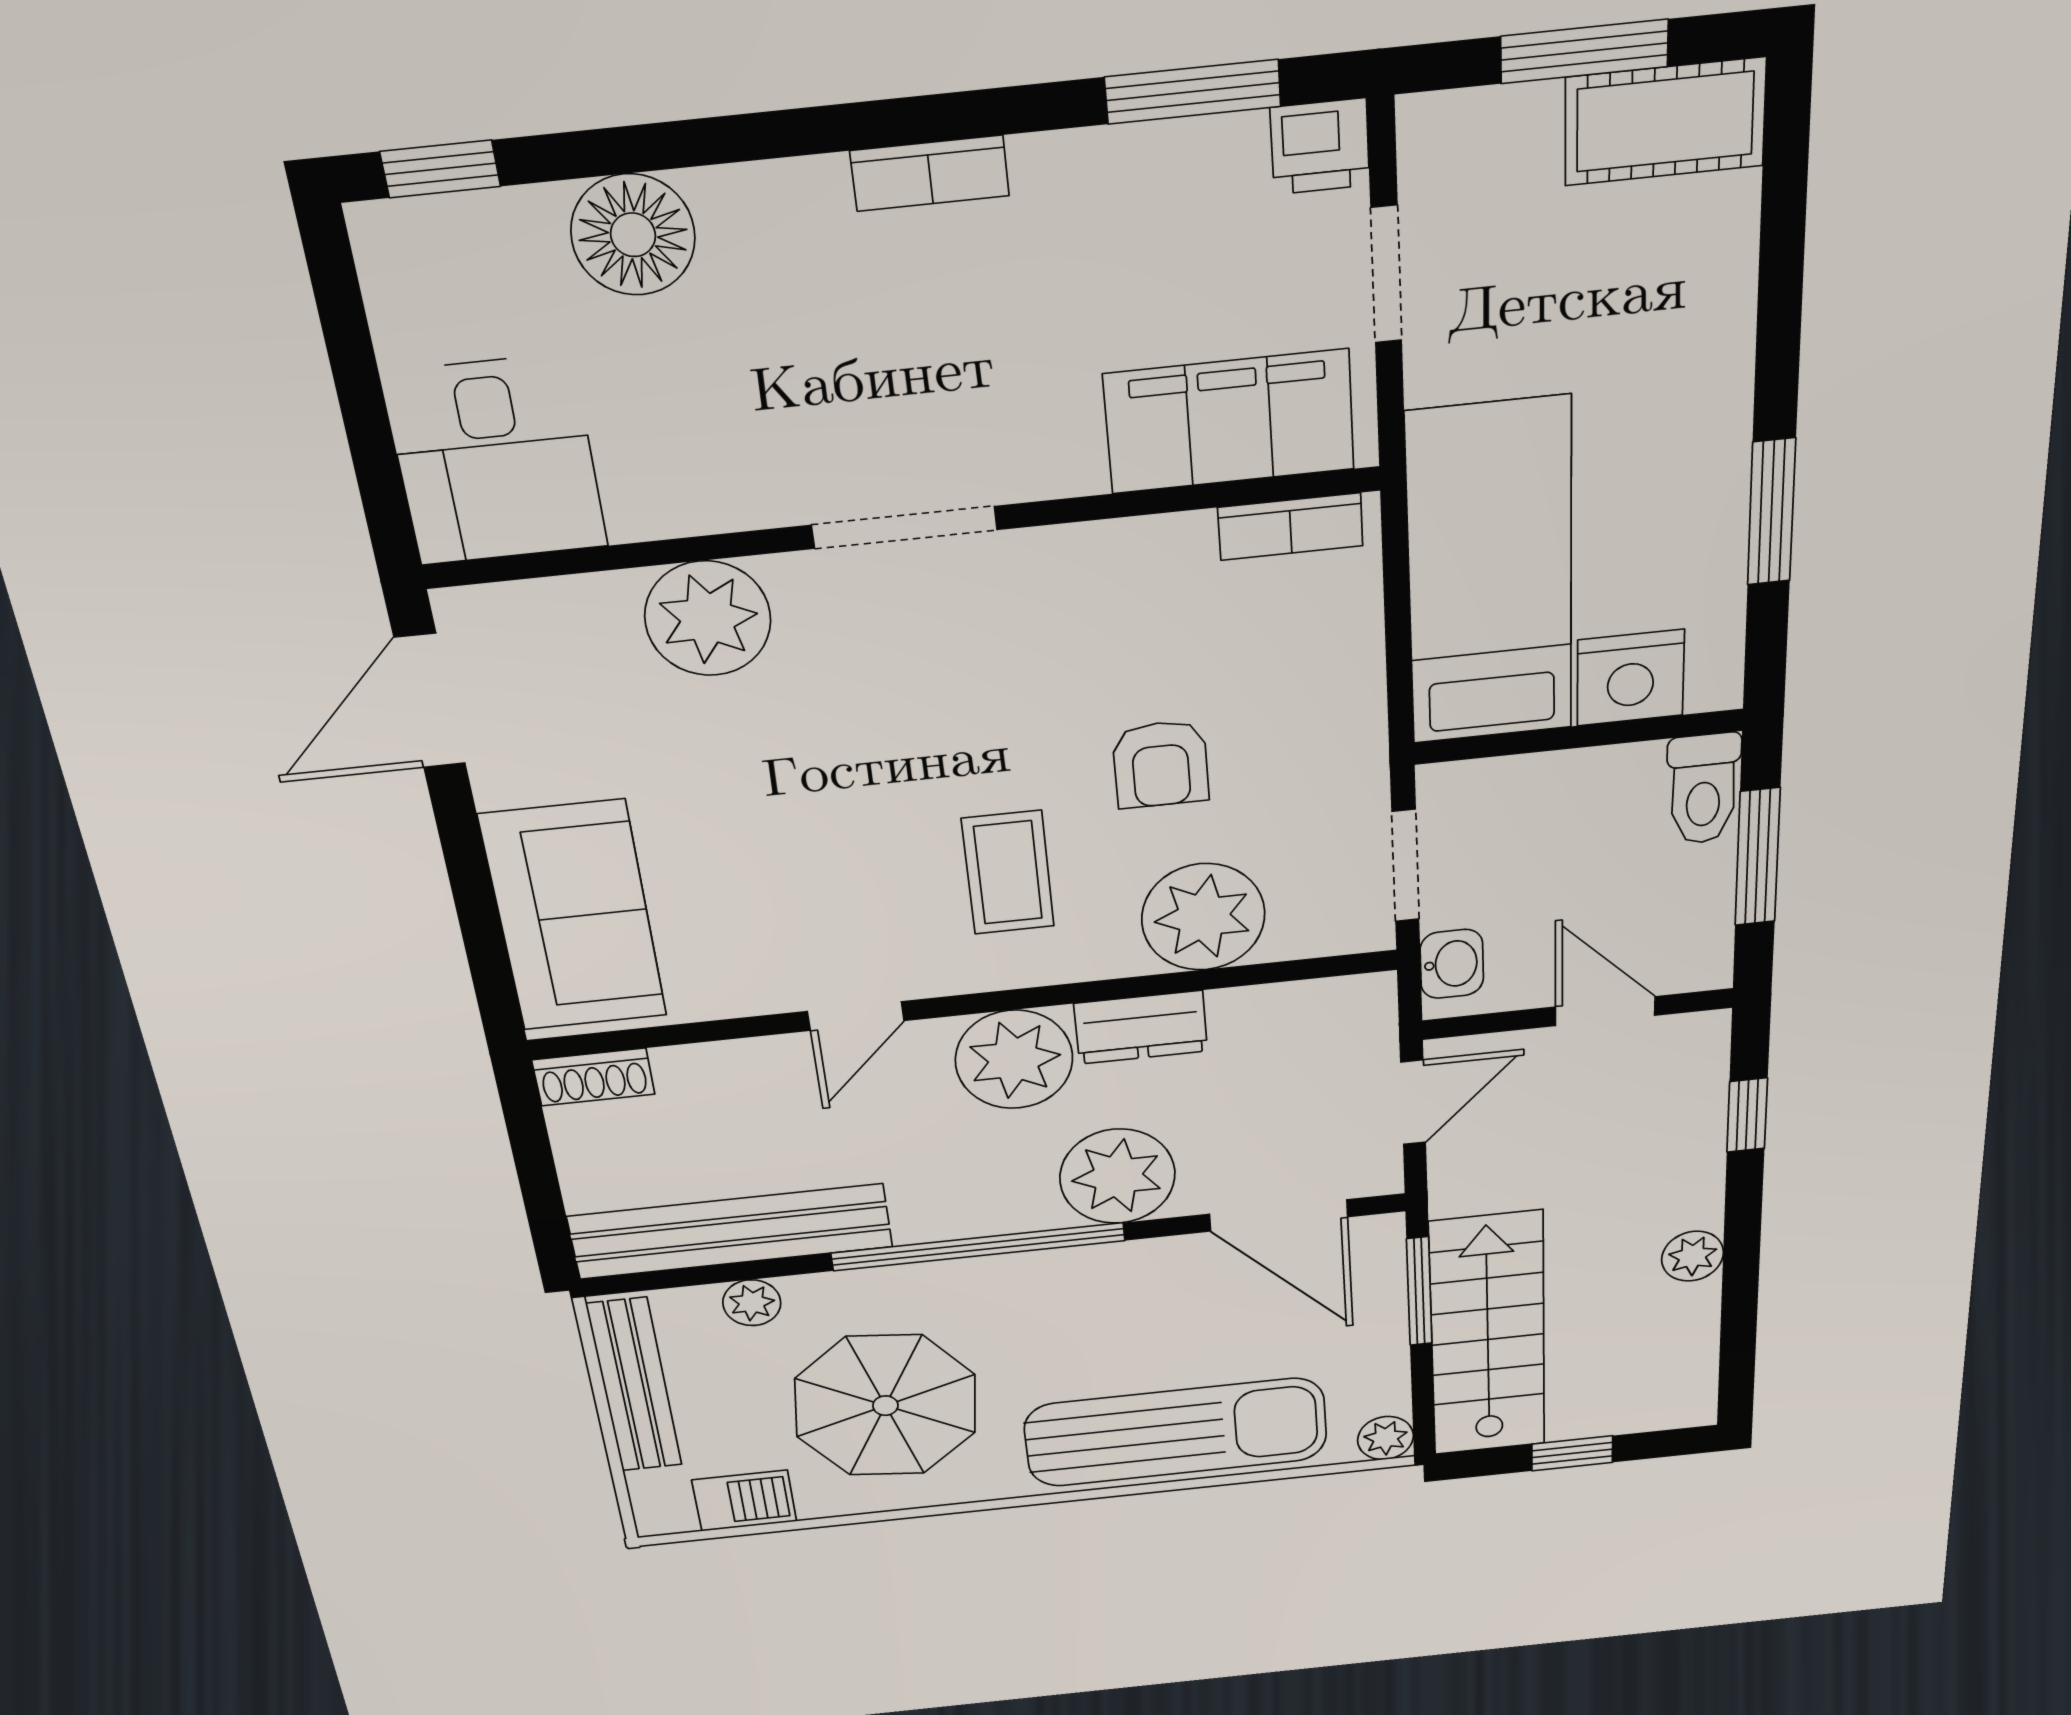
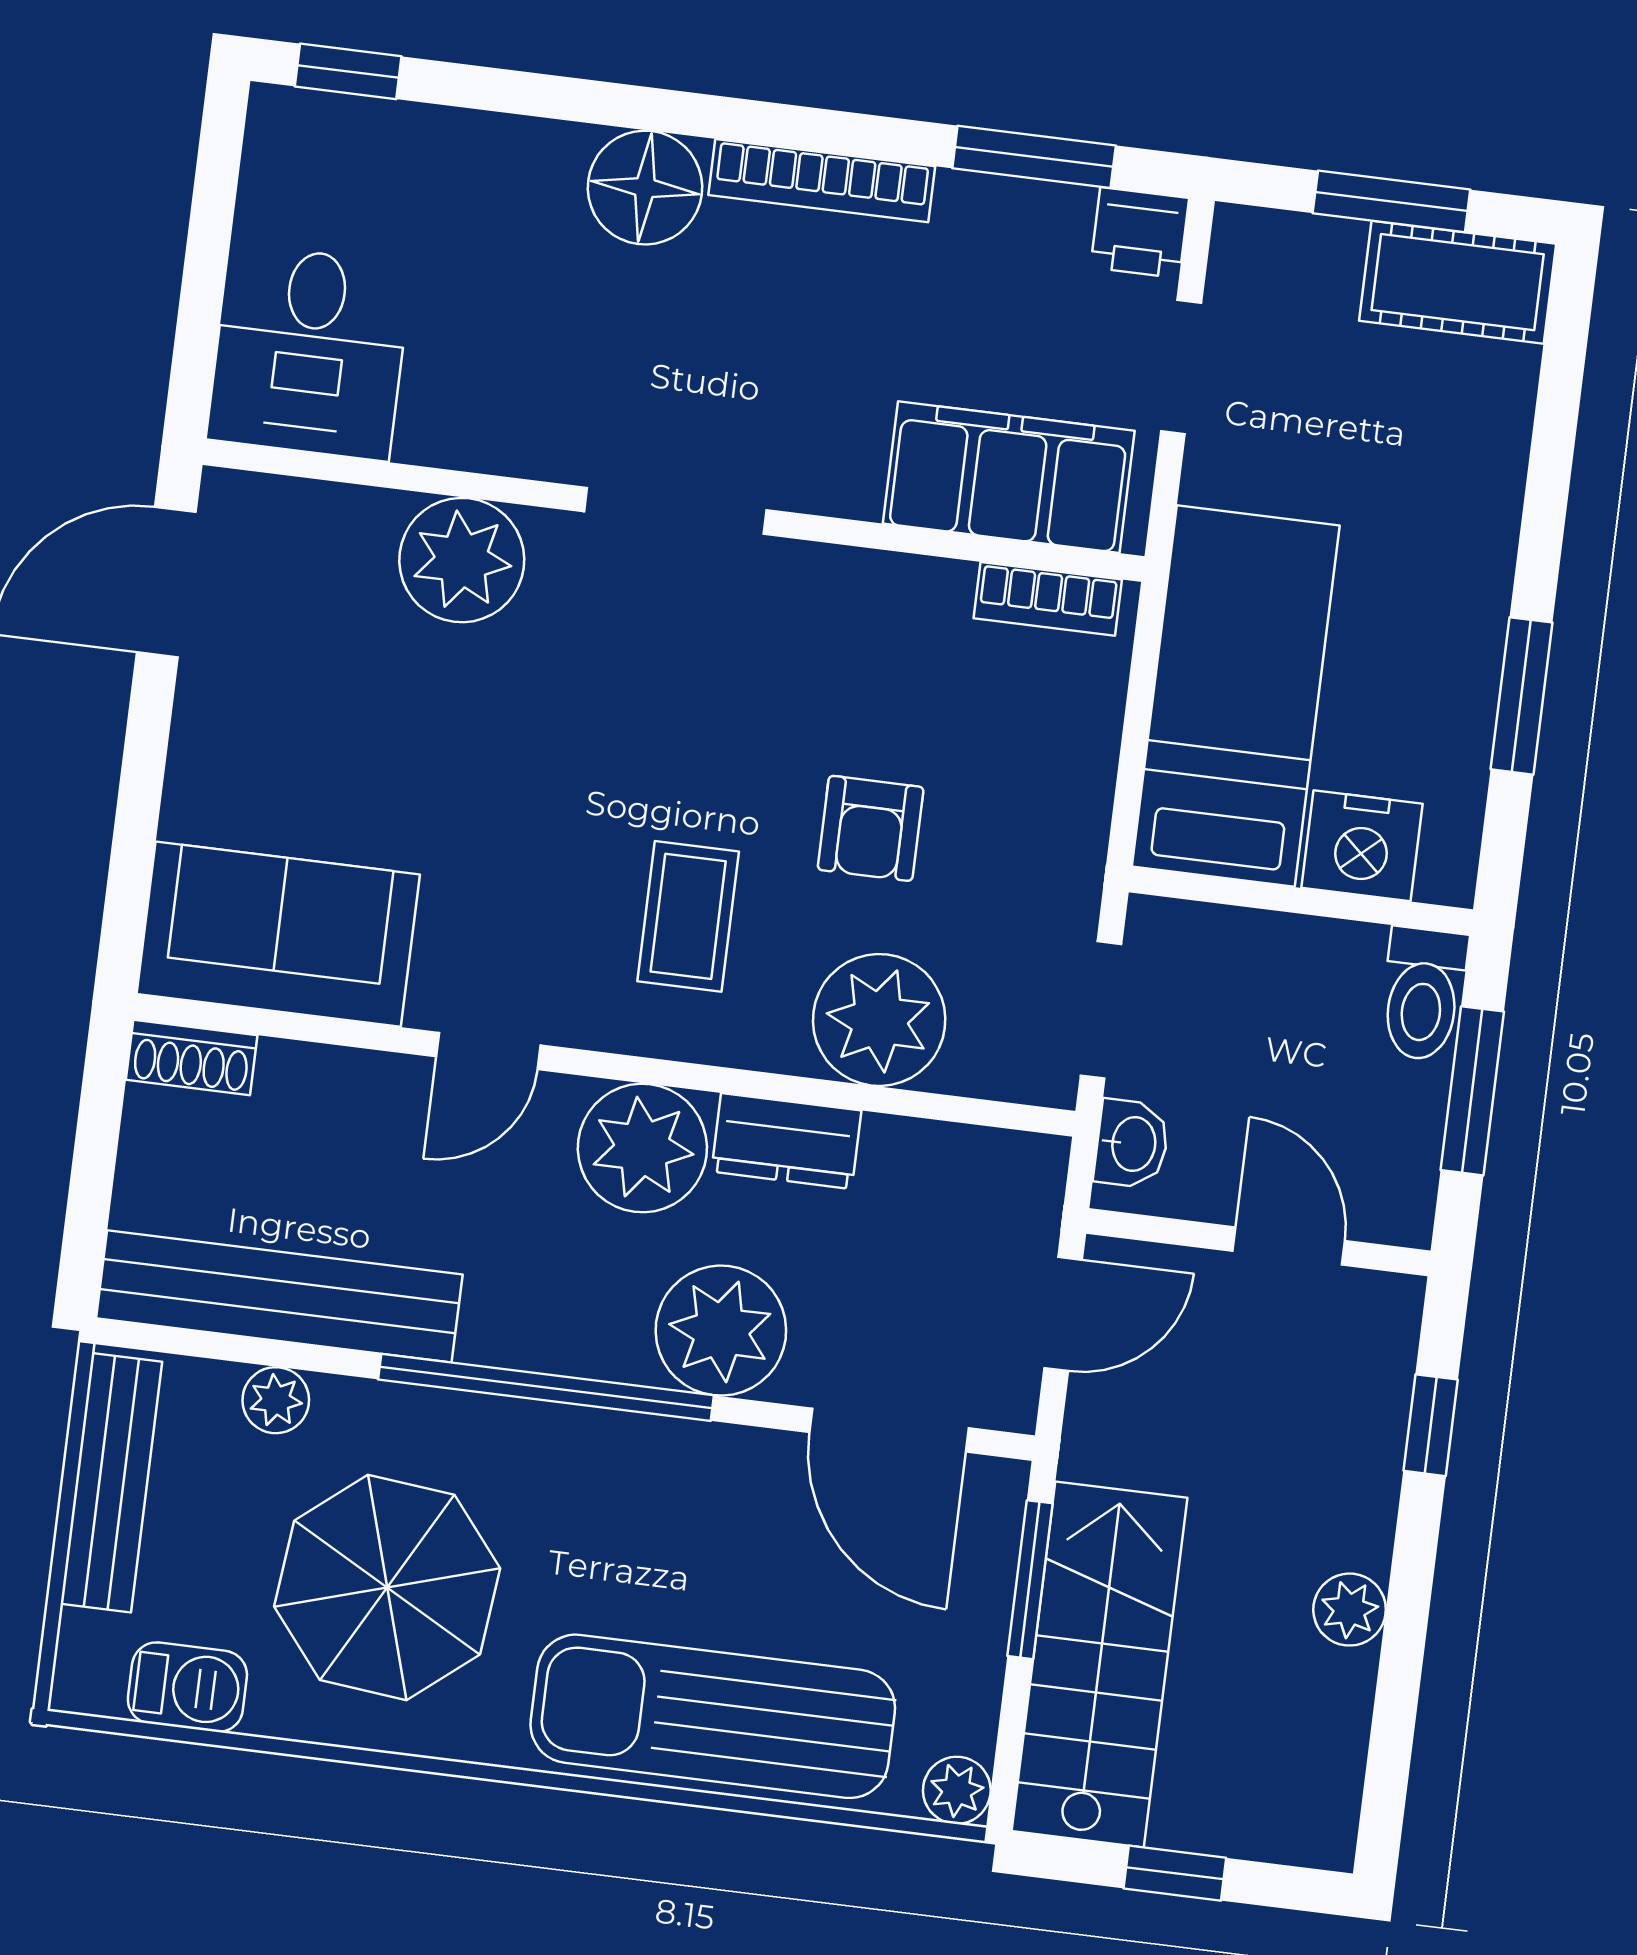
bookcase: (930, 173) -> (822, 181), width x1.56
floor lamp: (633, 235) -> (645, 188), moved
sofa: (574, 916) -> (278, 934), moved, turned -90
sun lounger: (1176, 1432) -> (713, 1716), turned 180

